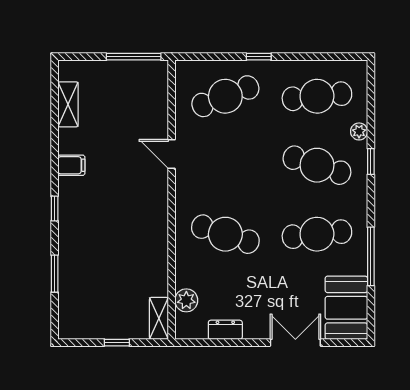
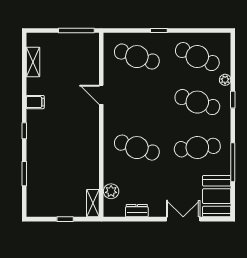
cafe table: (225, 96) -> (137, 57), turned 39
cafe table: (317, 96) -> (197, 57), turned 30

